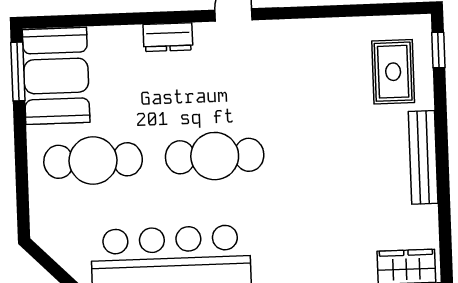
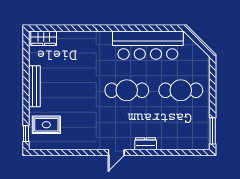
rug: (393, 72) -> (46, 125), turned 90
booth: (56, 76) -> (196, 128), removed

